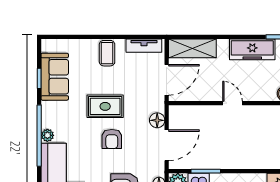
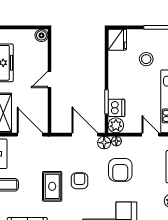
floor lamp: (157, 120) -> (104, 143), moved
armchair: (112, 139) -> (80, 181), turned -90

